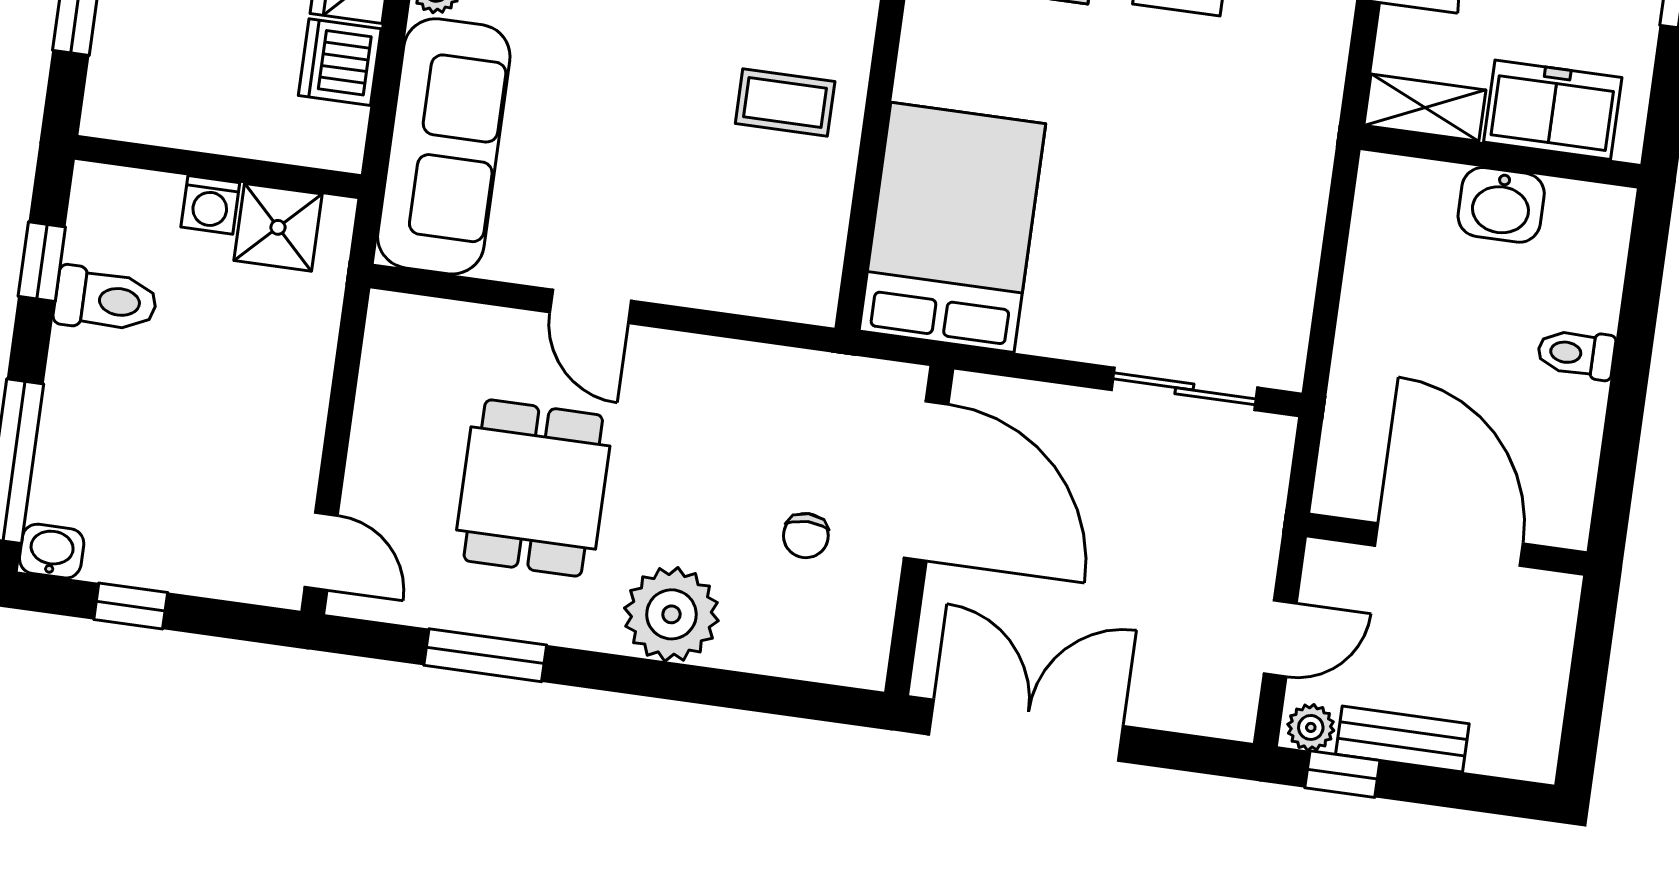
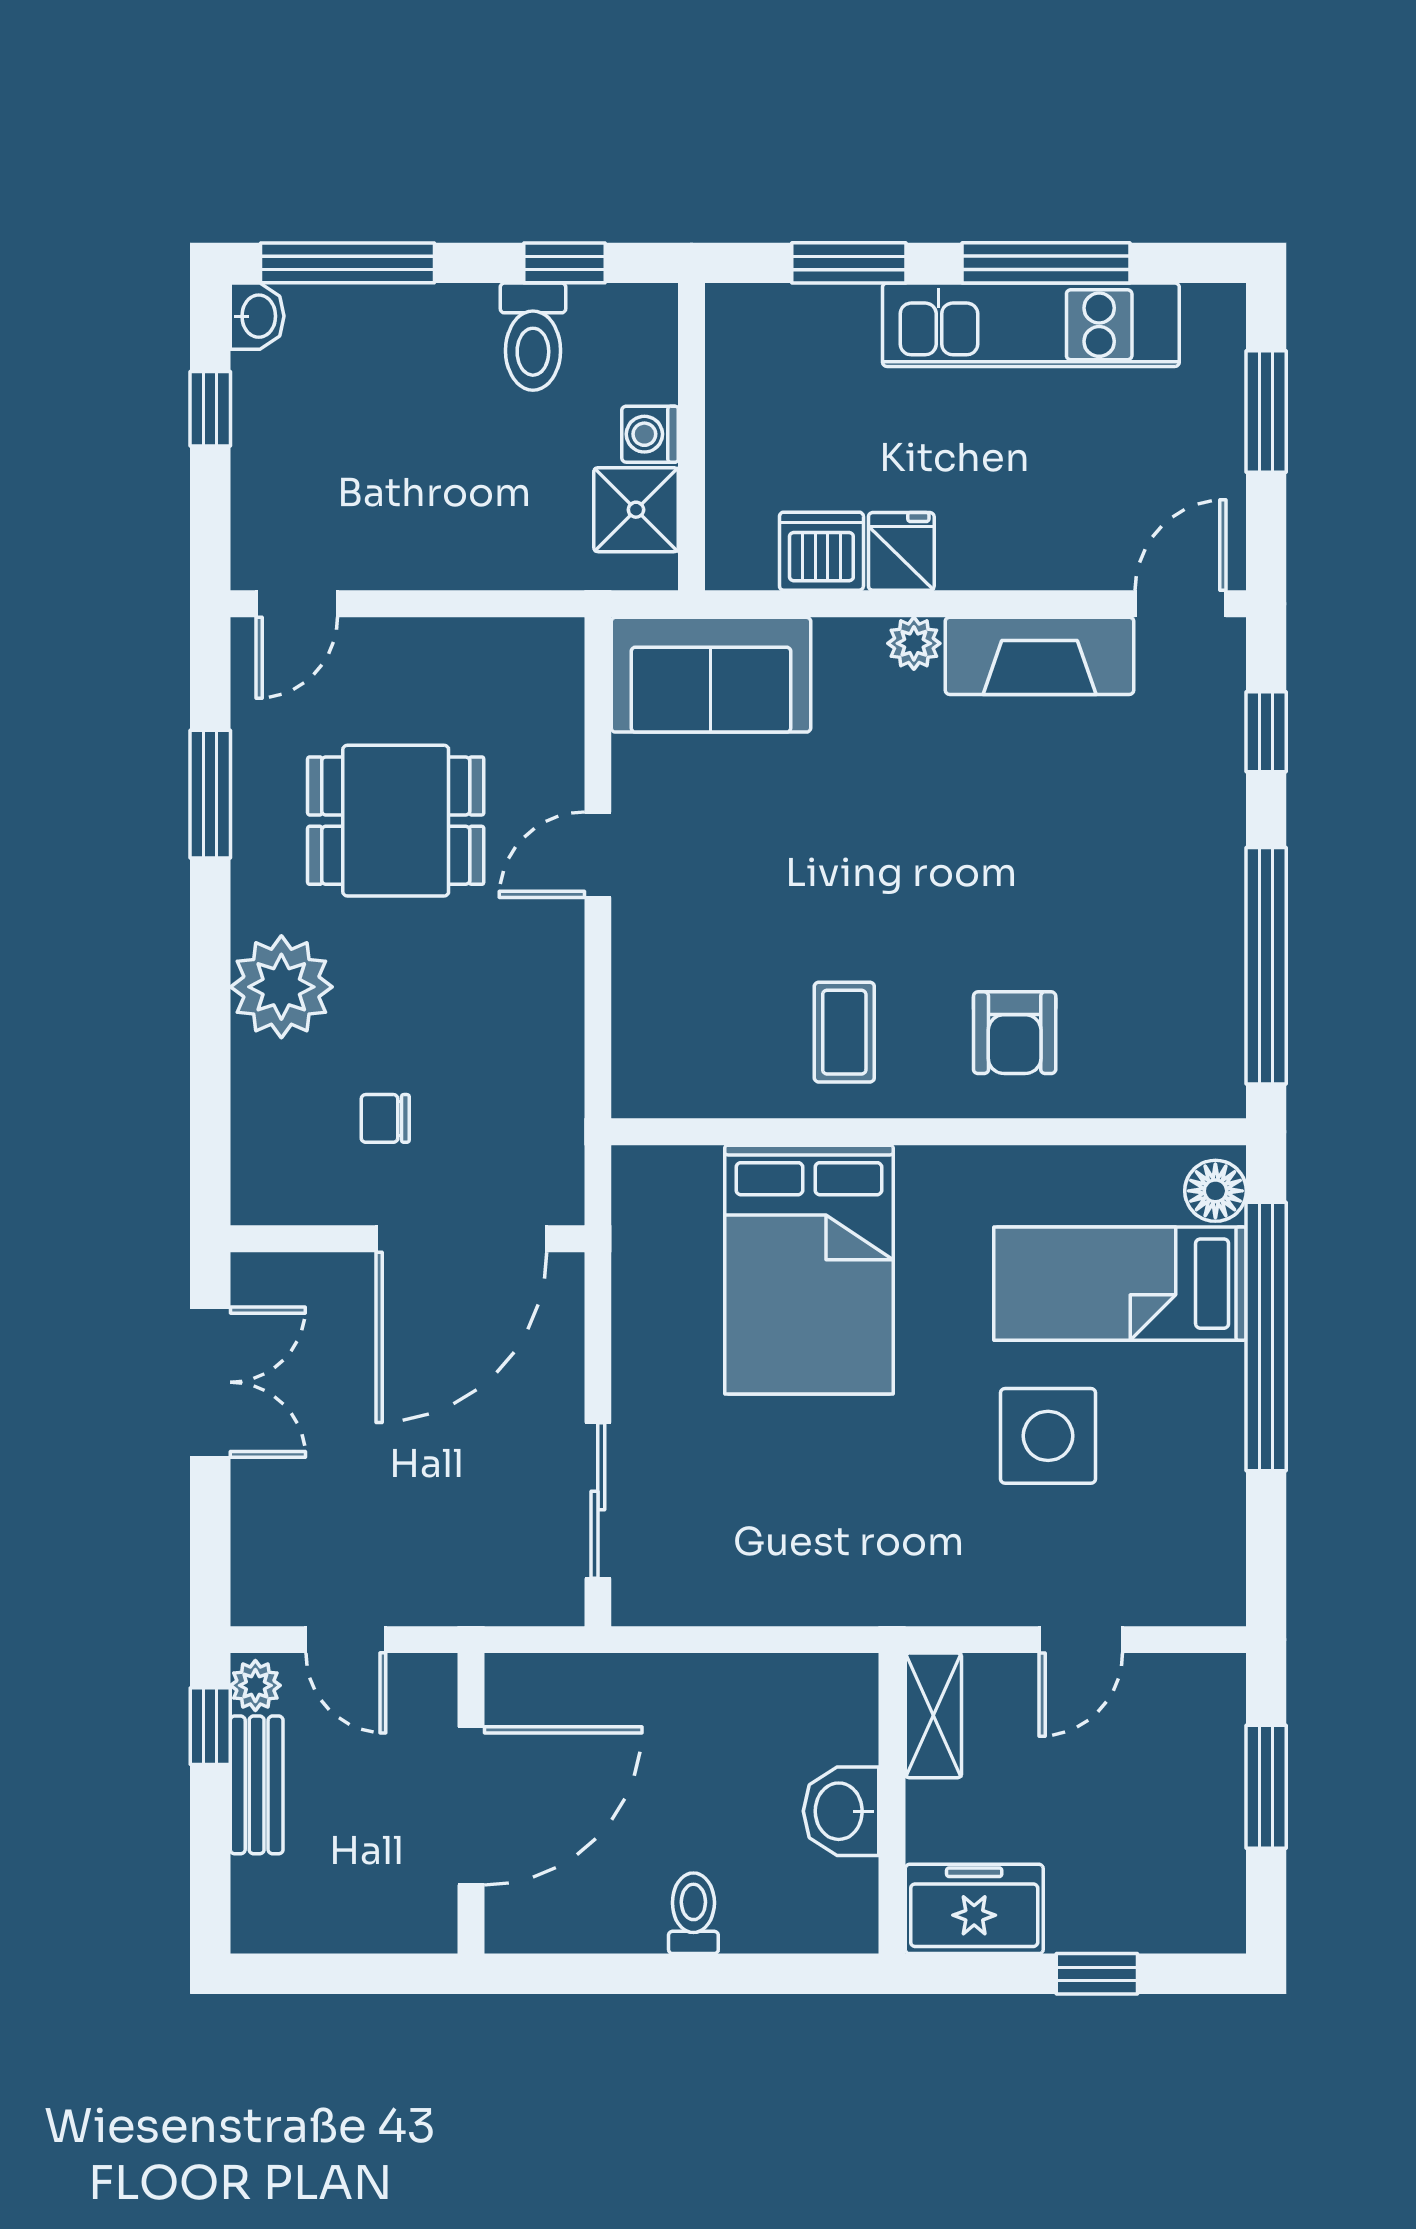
freezer: (1553, 110) -> (974, 1909), moved, turned -90
sofa: (444, 146) -> (711, 675), width x0.73
bed: (952, 227) -> (809, 1270), moved, turned 90
double door: (1026, 730) -> (210, 1382), width x0.73

